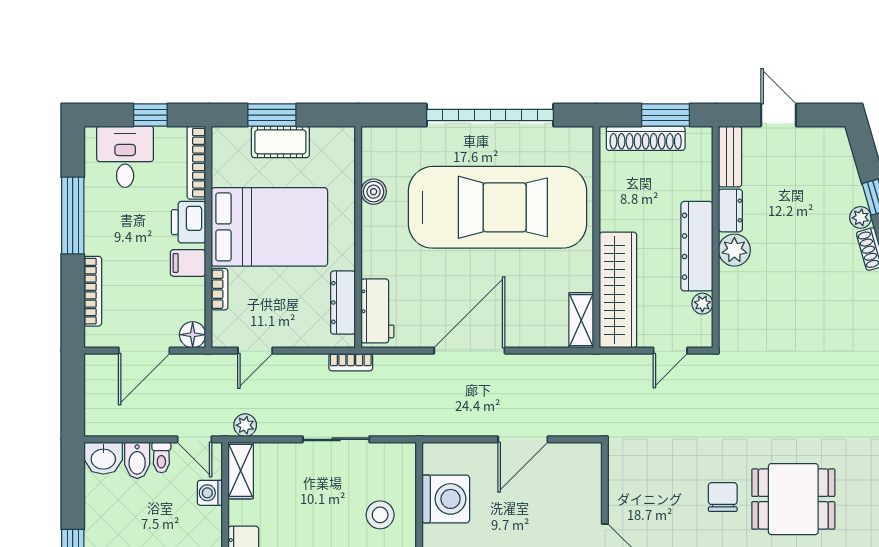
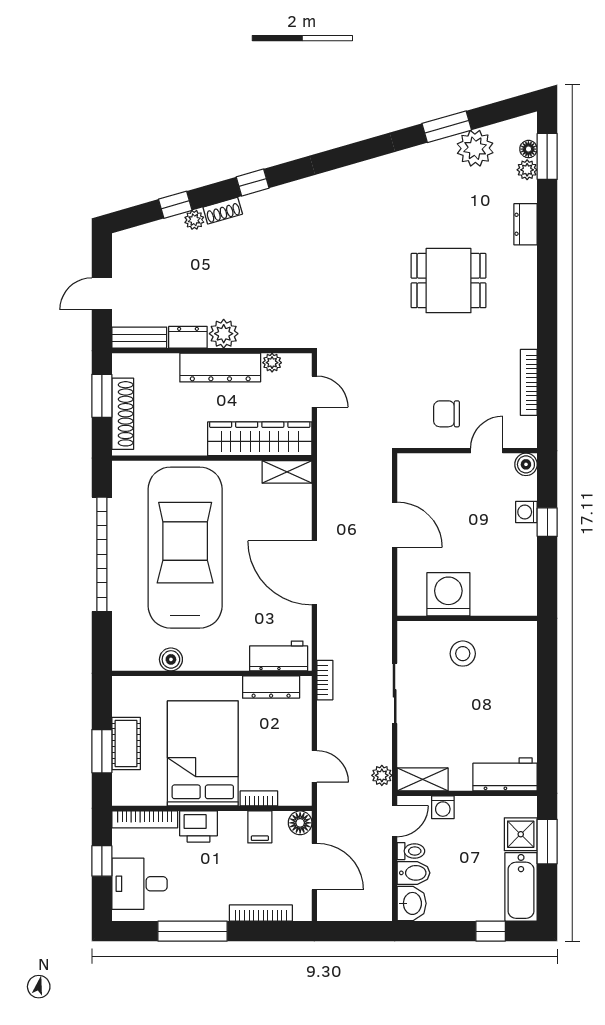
filing cabinet: (188, 263) -> (260, 827), moved
chair: (723, 497) -> (446, 414), moved
dining table: (793, 499) -> (449, 281), turned 90

